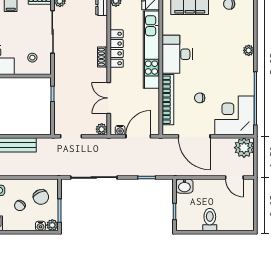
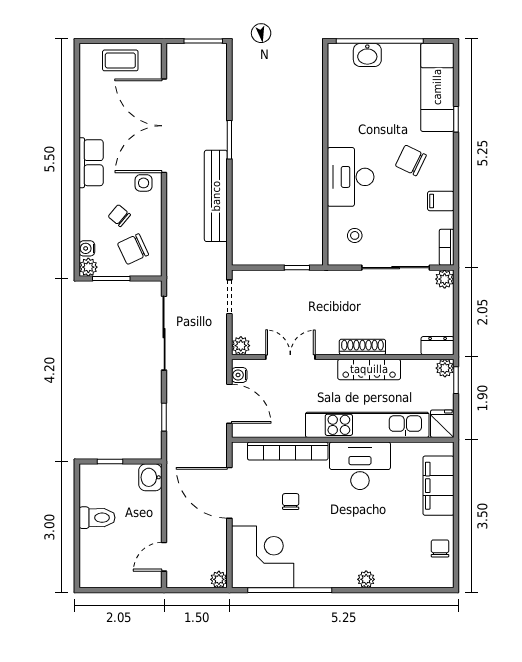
shoe rack: (102, 57) -> (362, 347), width x1.43
door: (194, 136) -> (229, 493), hinge flipped
plant: (244, 148) -> (219, 579), width x0.53, depth x0.53

